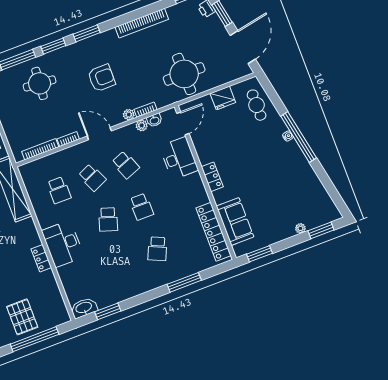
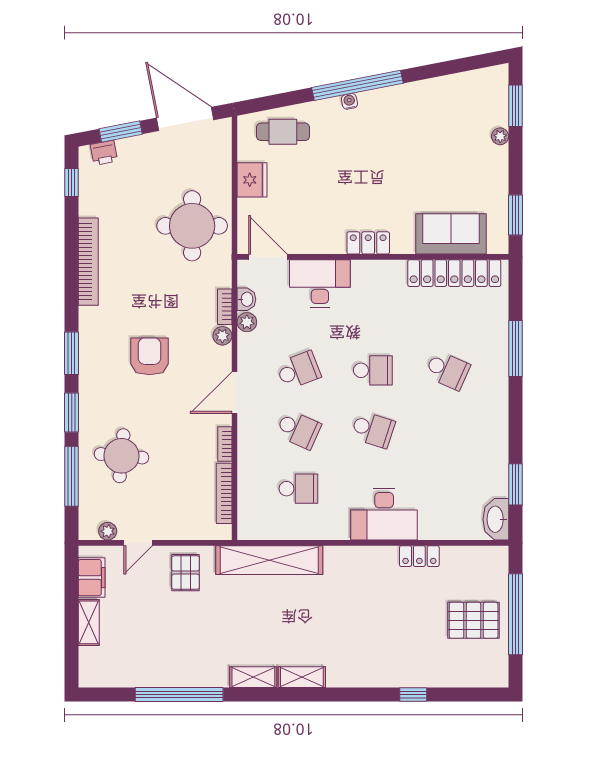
school desk: (92, 177) -> (298, 429), turned 48
locker: (41, 258) -> (419, 556), moved

